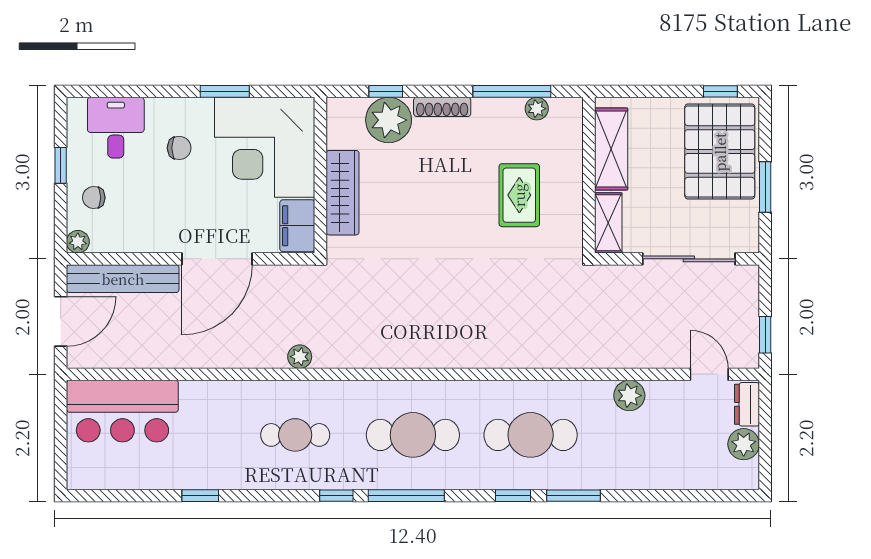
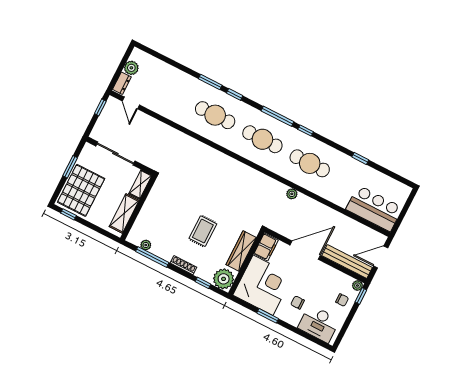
plant: (389, 120) -> (224, 279), moved
desk: (116, 128) -> (319, 324), width x1.37
window: (61, 165) -> (361, 296), moved
rug: (519, 195) -> (203, 231), moved
plant: (629, 396) -> (167, 111), removed
cafe table: (295, 435) -> (310, 163), width x1.37, depth x1.35

